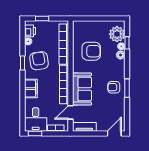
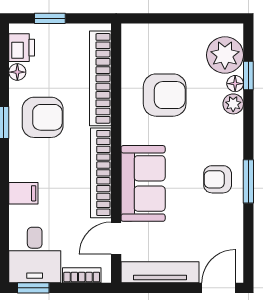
armchair: (39, 61) -> (43, 117), turned 99
filing cabinet: (31, 89) -> (23, 193), width x0.50
tv unit: (84, 127) -> (160, 272), width x1.41

